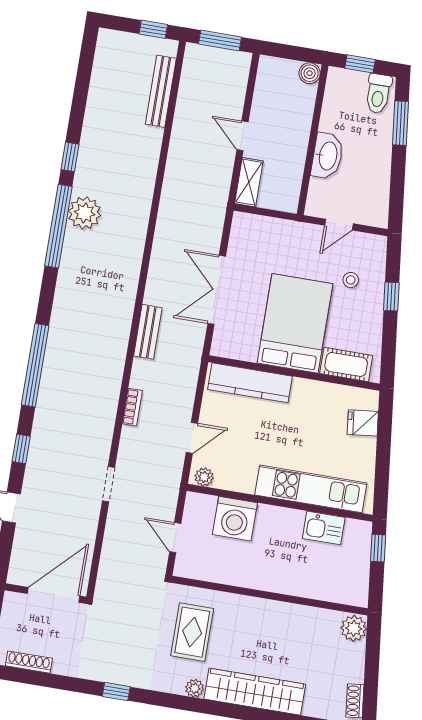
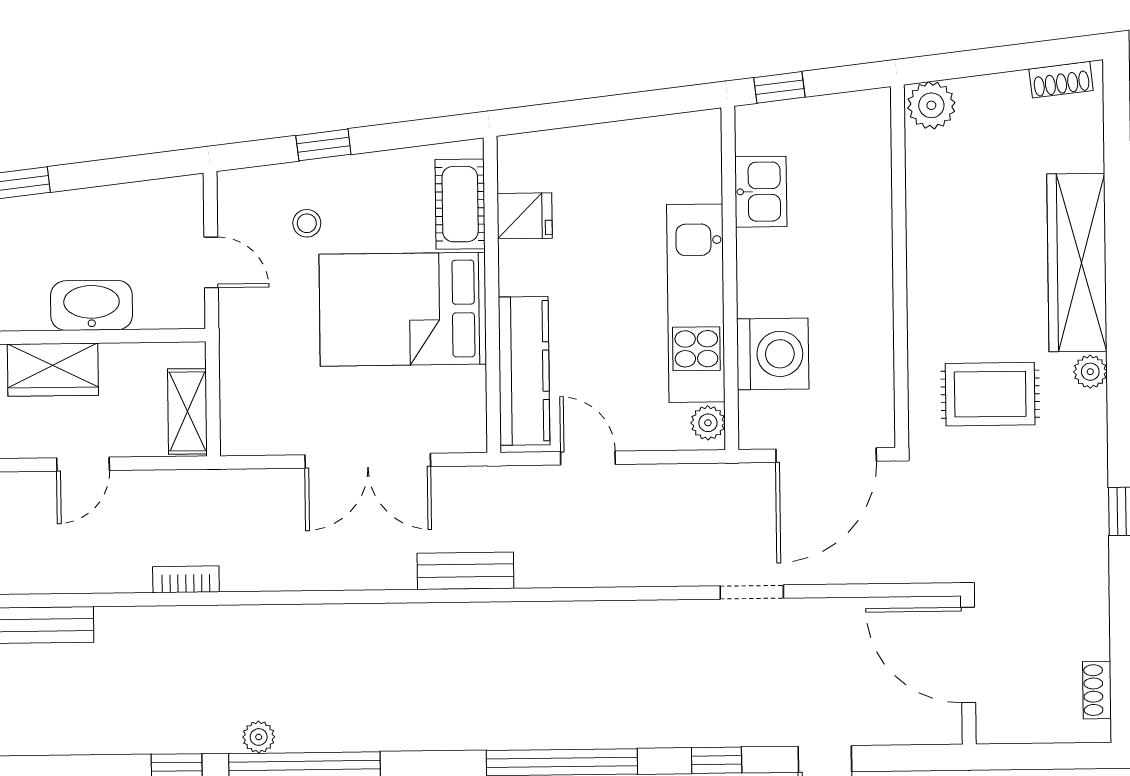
wardrobe: (296, 129) -> (53, 370), added
shelving: (249, 182) -> (187, 411), moved, turned 90
plant: (85, 213) -> (259, 737), width x0.53, depth x0.53
bookcase: (132, 407) -> (186, 579), moved
fridge: (363, 423) -> (525, 216), moved, turned -84
door: (192, 438) -> (588, 458), moved
kitchen unit: (311, 489) -> (696, 303), moved
door: (175, 538) -> (826, 455), width x1.87
shoe rack: (29, 662) -> (1097, 690), width x0.70

